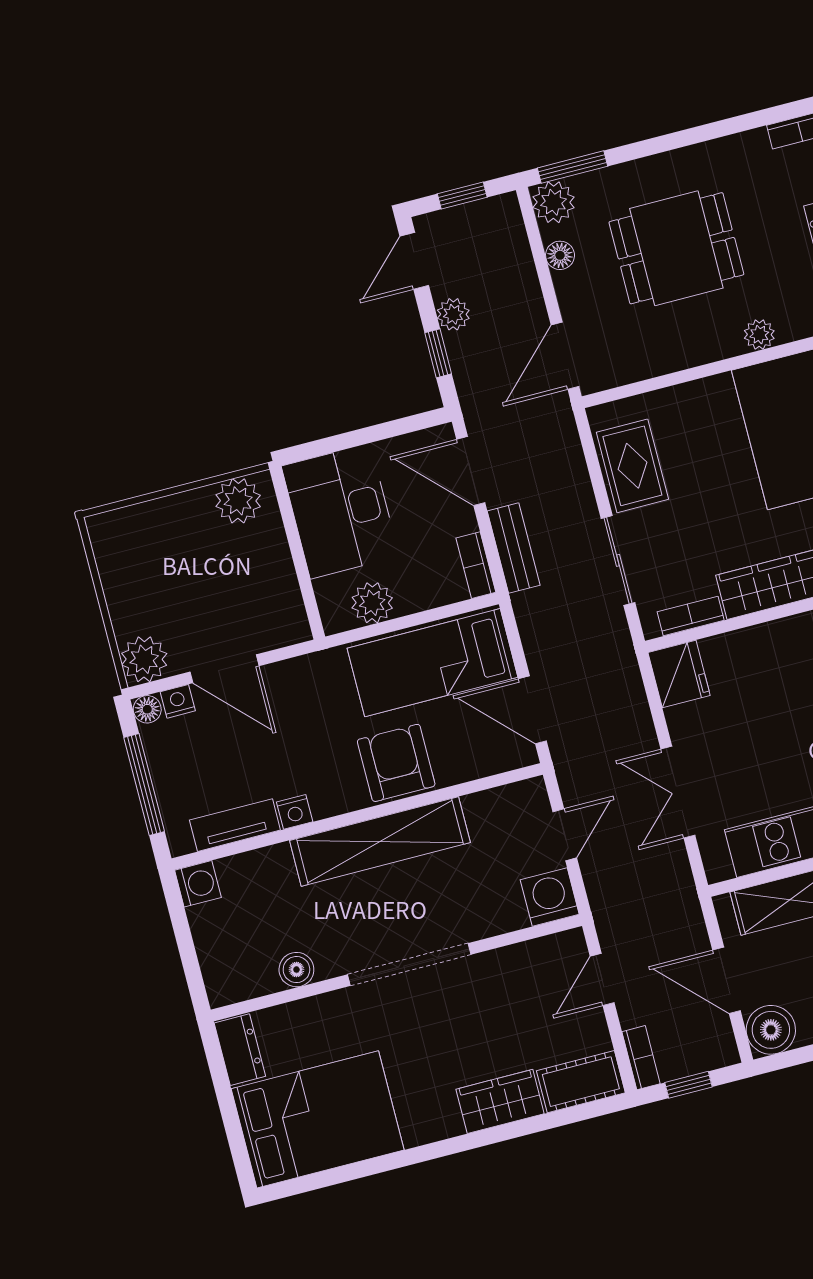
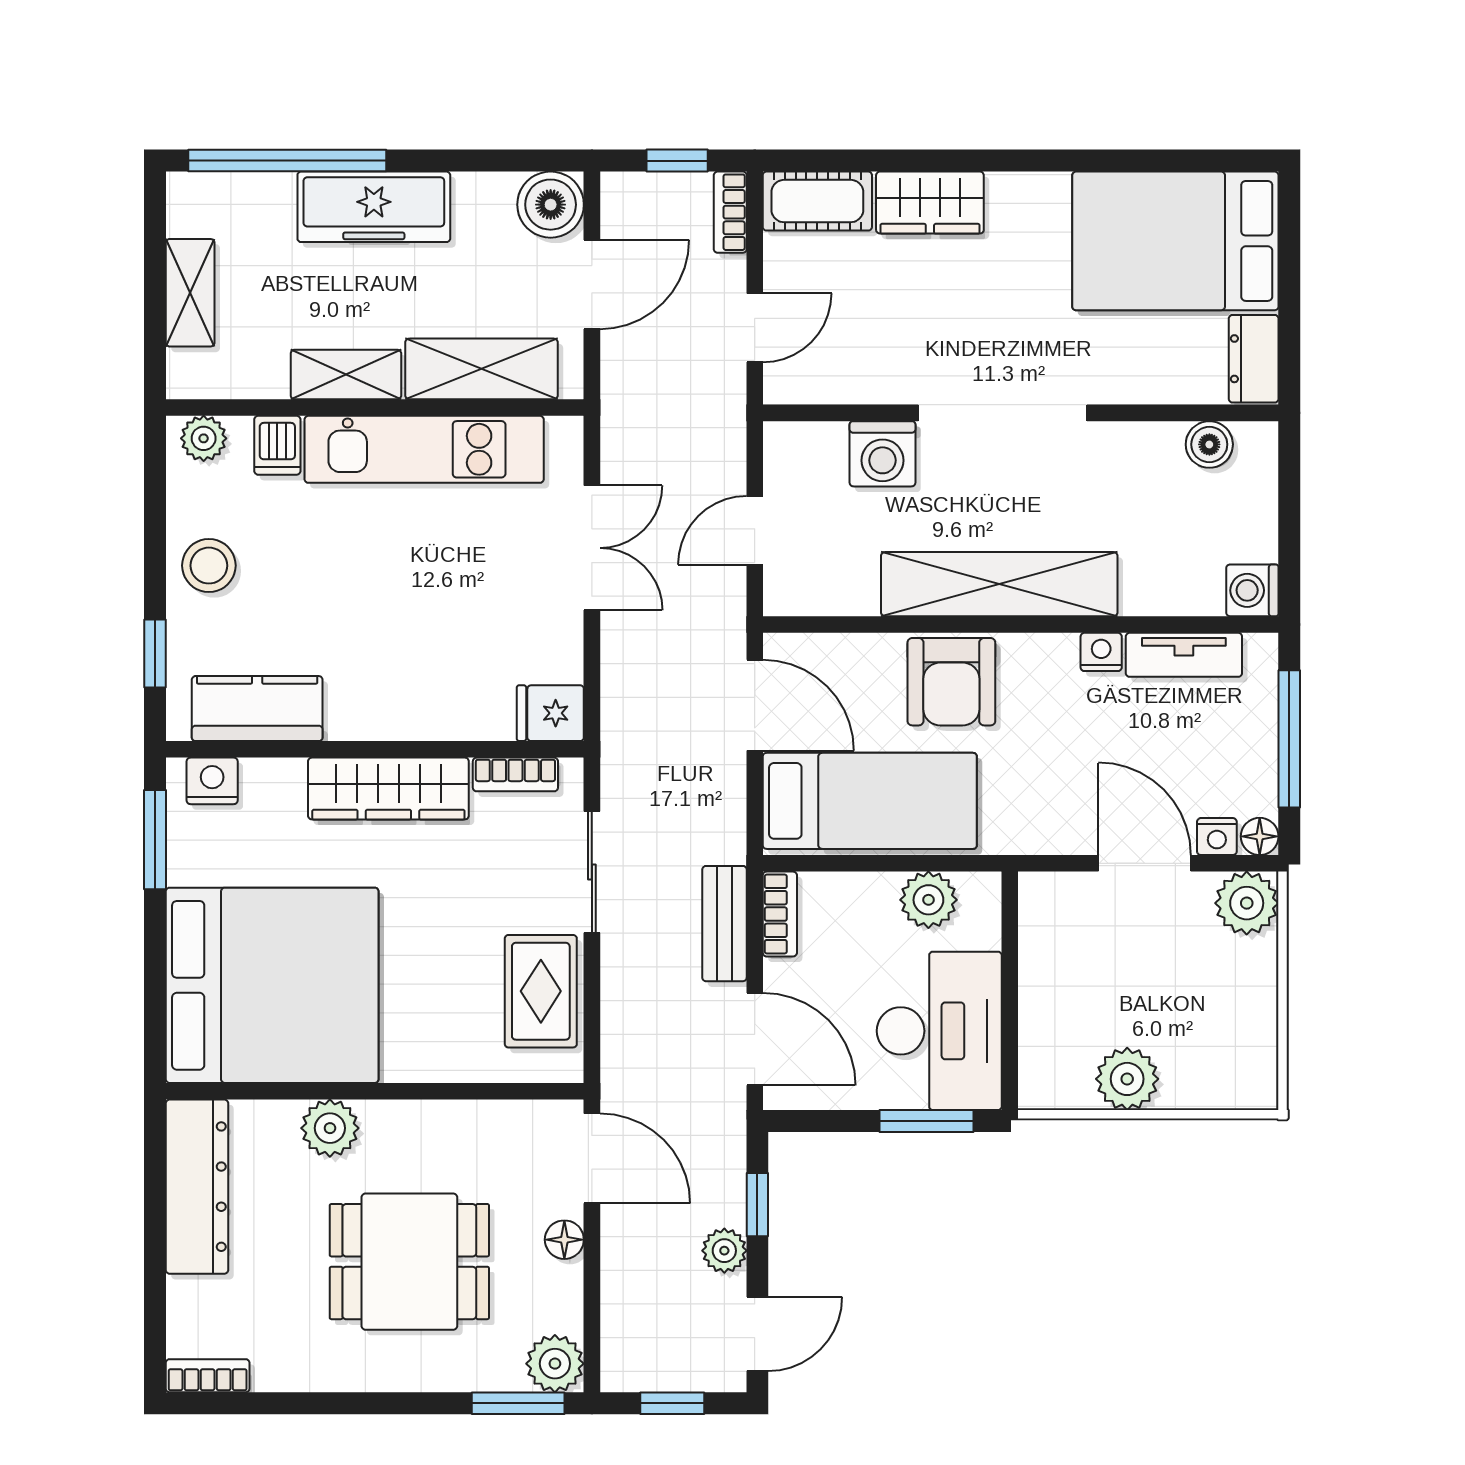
floor lamp: (560, 255) -> (564, 1240), moved
plant: (759, 335) -> (330, 1128), width x1.38, depth x1.38
door: (565, 356) -> (592, 1158), hinge flipped
window: (333, 444) -> (927, 1121), added
plant: (238, 501) -> (1127, 1079), moved
fridge: (679, 674) -> (550, 713), width x0.72
washing machine: (550, 897) -> (882, 454), moved
boiler: (296, 970) -> (1209, 444), moved
door: (727, 980) -> (592, 284), hinge flipped

